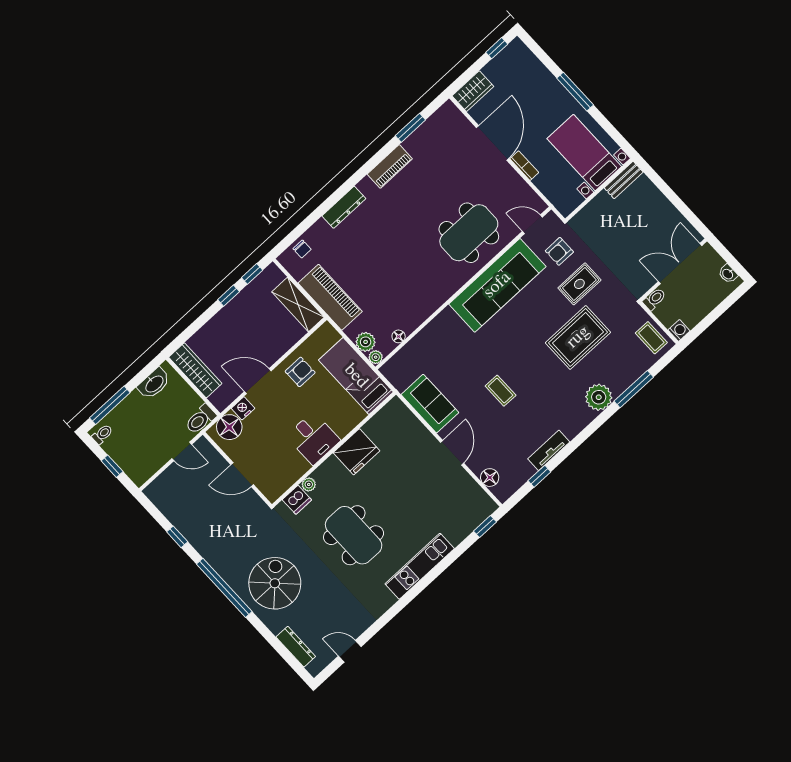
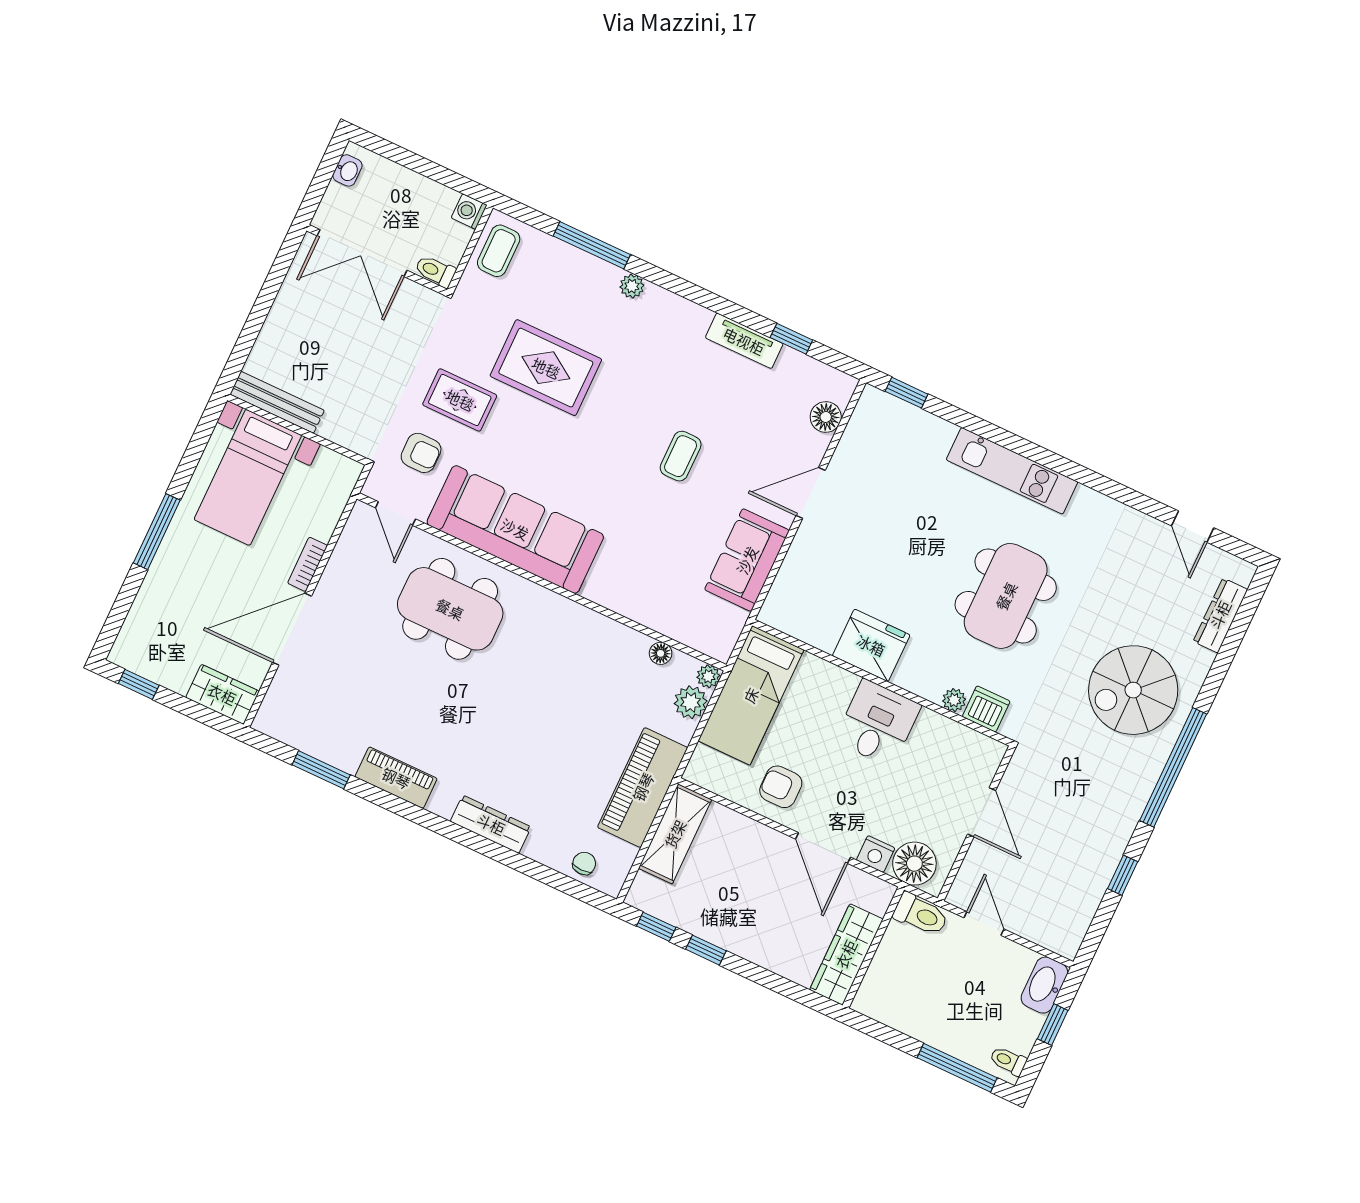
bench: (624, 180) -> (277, 402), width x1.36
washbasin: (154, 384) -> (1044, 985), moved, turned -90
plant: (599, 397) -> (632, 286), width x0.53, depth x0.53

